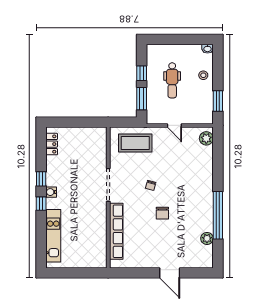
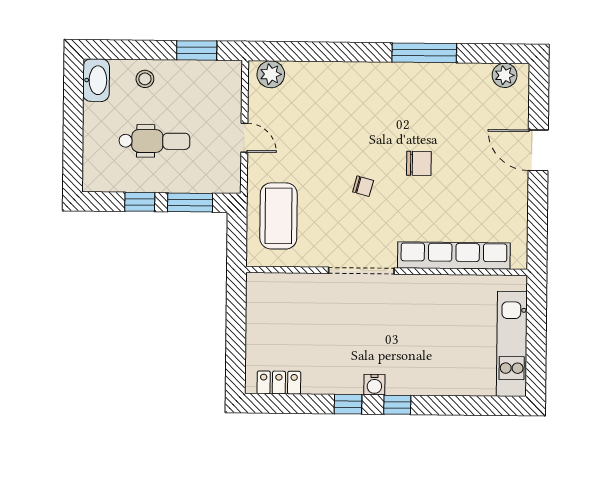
washbasin: (208, 49) -> (96, 80), width x1.91, depth x1.45
door: (174, 125) -> (244, 138), hinge flipped
window: (218, 215) -> (424, 53), width x0.68
kitchen unit: (53, 236) -> (512, 344), moved, turned -90
plant: (207, 238) -> (505, 75), moved
door: (170, 273) -> (538, 150), swing flipped

